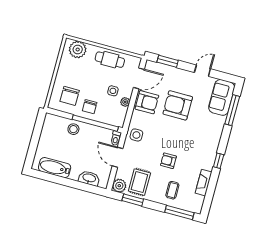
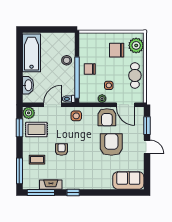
door: (202, 71) -> (147, 147), moved
chair: (70, 96) -> (117, 50), moved
window: (232, 110) -> (41, 193), moved
bathtub: (55, 168) -> (32, 53), width x1.36, depth x1.36

